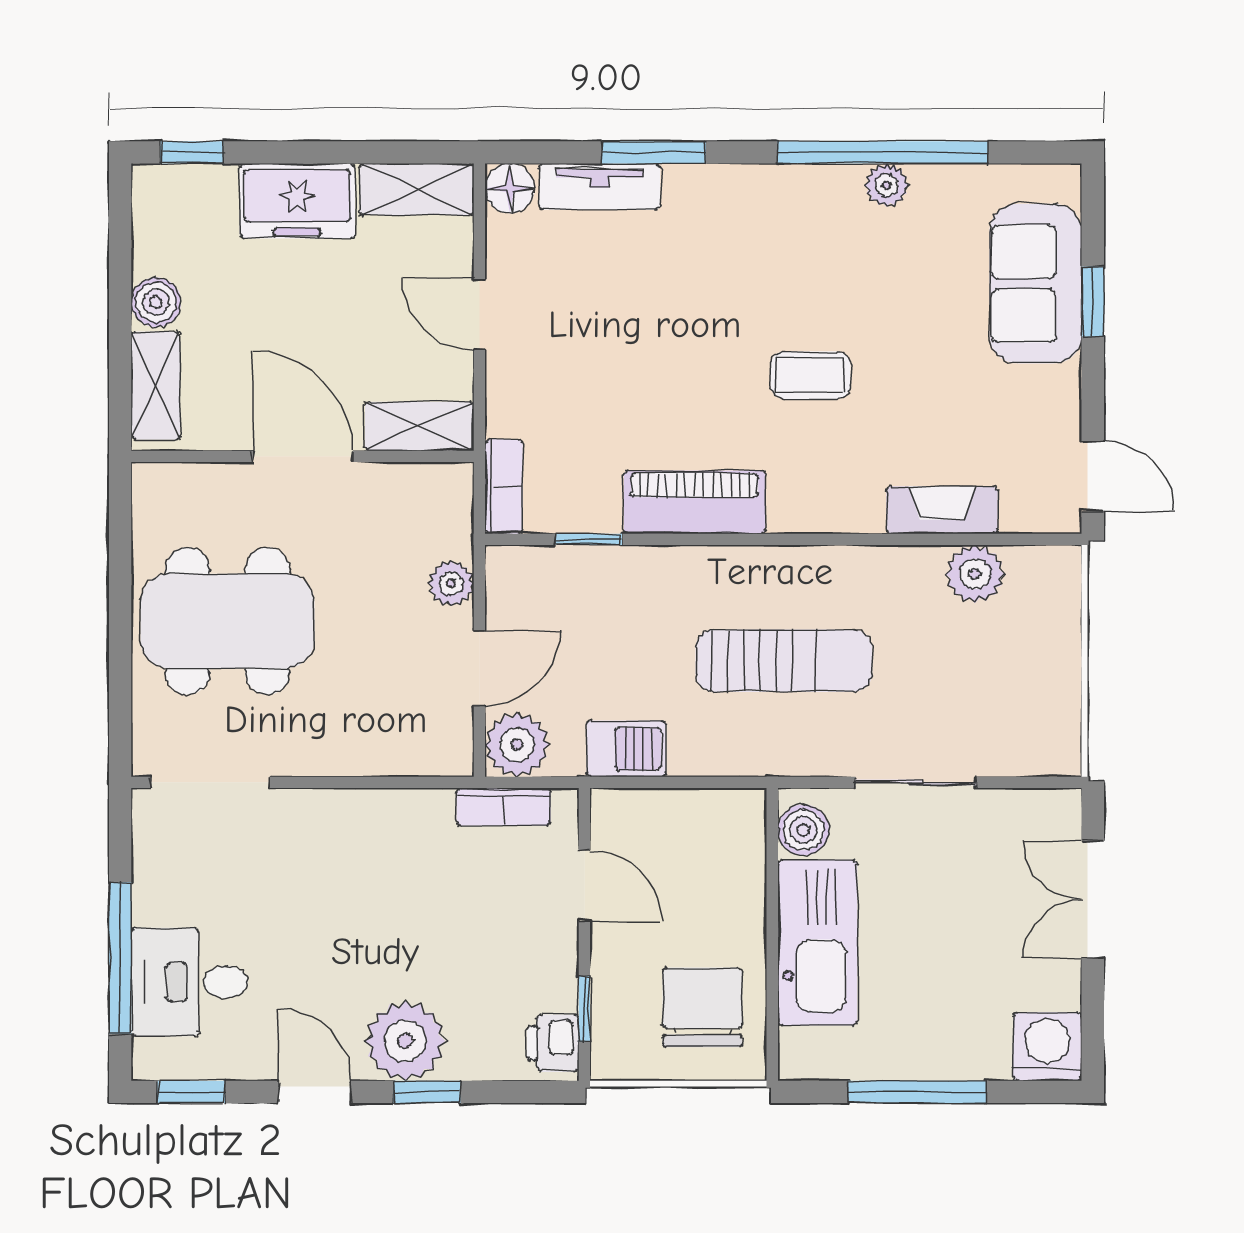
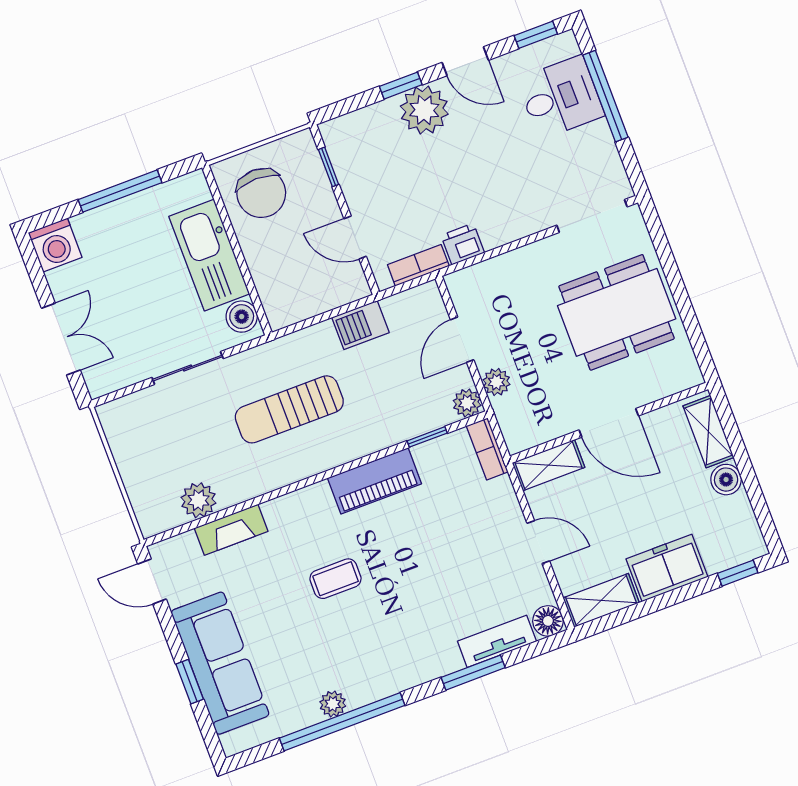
sofa: (1036, 284) -> (220, 663), width x1.36
plant: (517, 745) -> (467, 403), moved, width x0.73, depth x0.73
printer: (553, 1043) -> (463, 244), moved, turned -90

